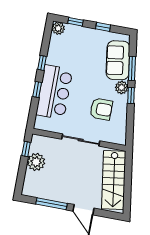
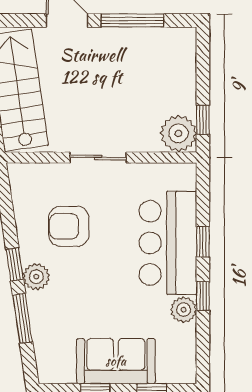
plant: (58, 28) -> (184, 310), moved
sofa: (118, 60) -> (116, 361), moved, turned -82
sliding door: (81, 140) -> (98, 158), width x0.73
plant: (36, 162) -> (178, 133), moved

